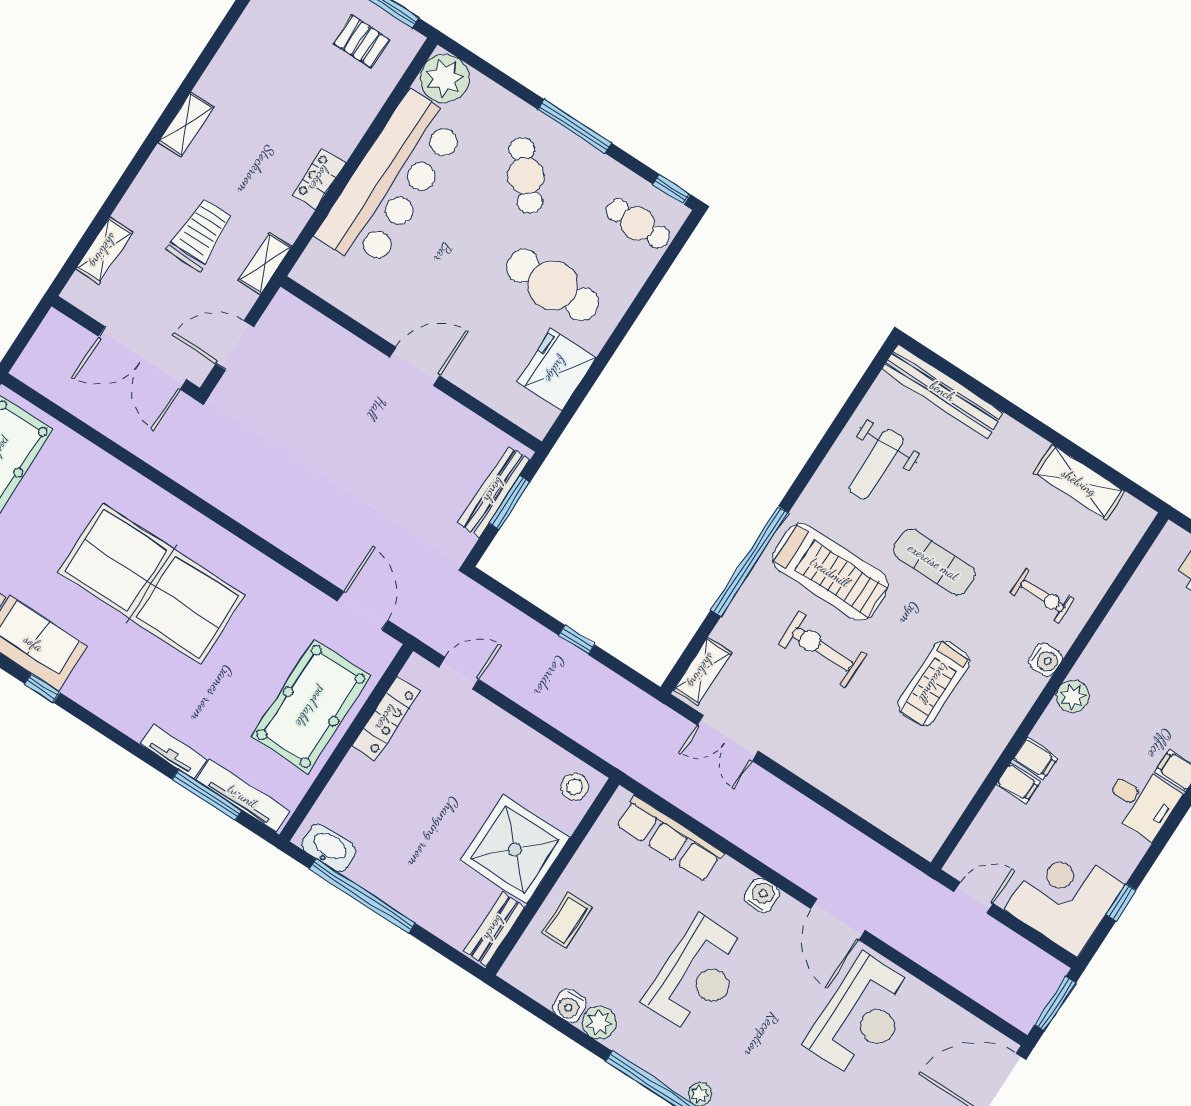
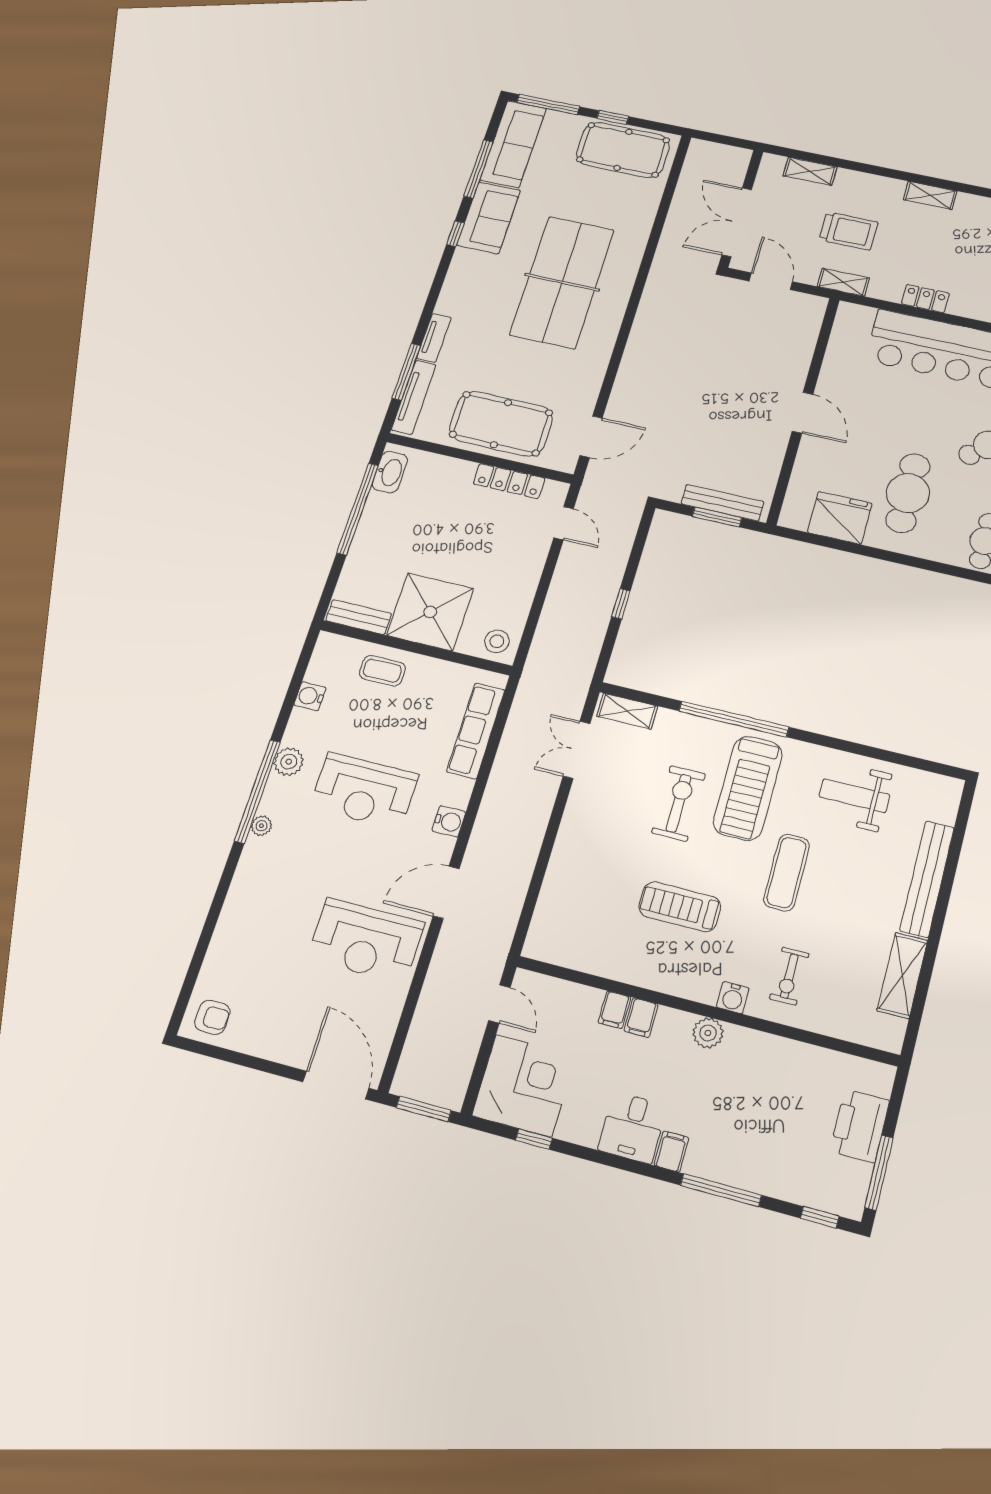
bench: (943, 391) -> (927, 879), moved
plant: (599, 1023) -> (289, 762), moved

